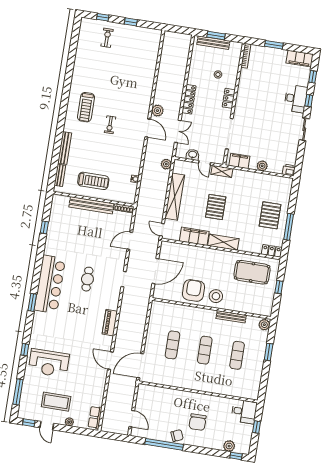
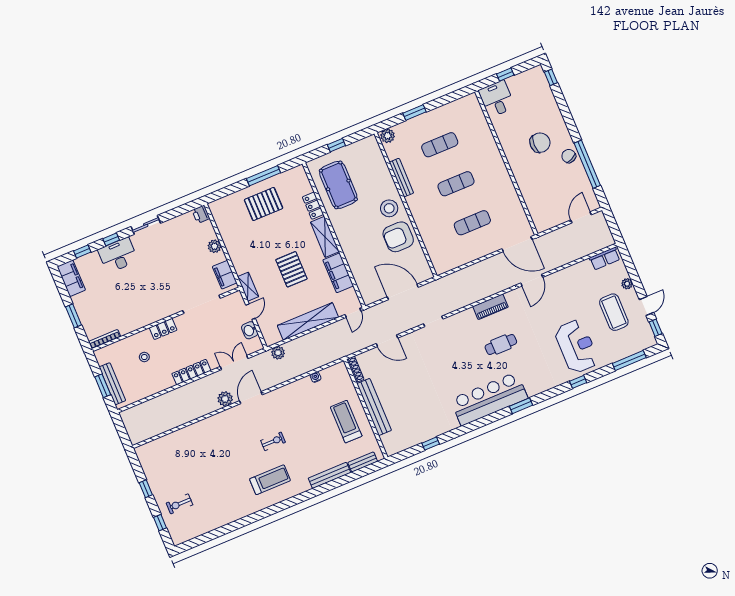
pallet: (216, 207) -> (291, 269), turned 90
locker: (272, 251) -> (313, 206), moved
cafe table: (87, 279) -> (501, 344), moved
plant: (229, 446) -> (545, 92), removed

